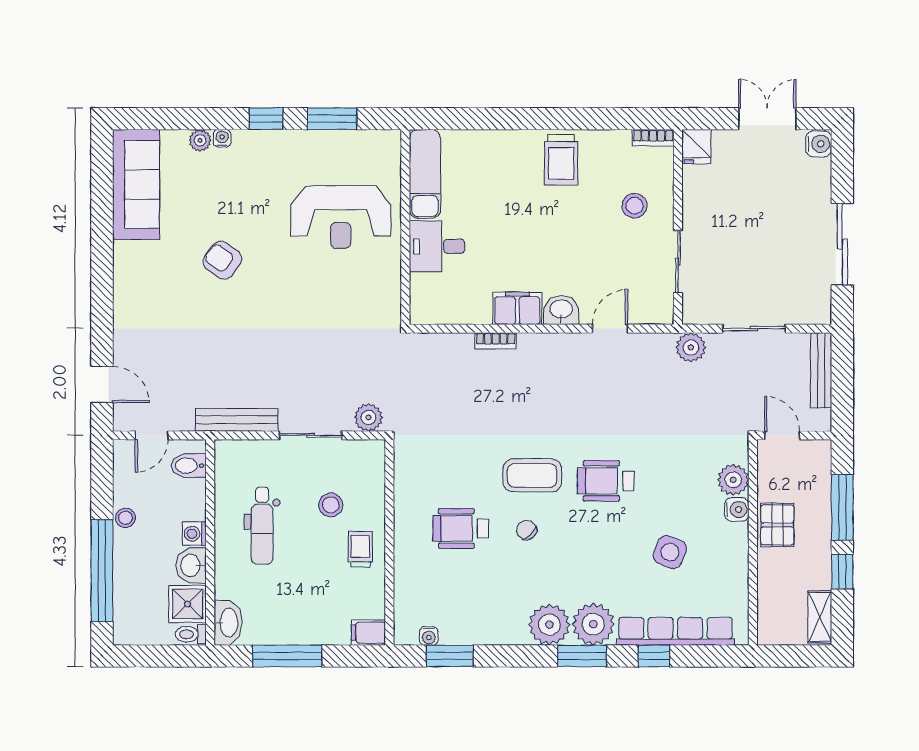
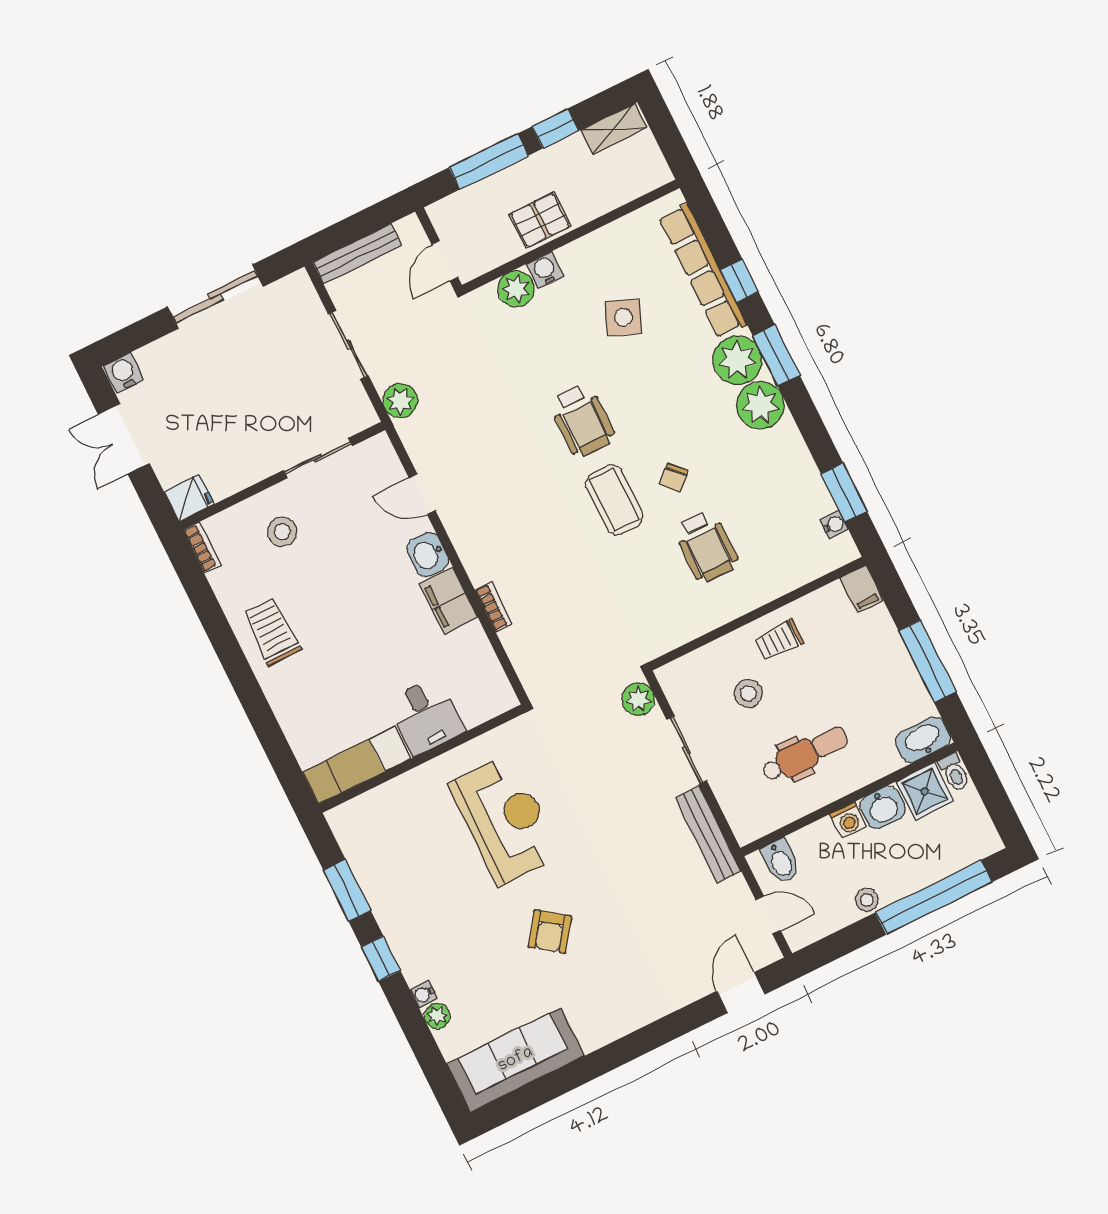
trolley: (561, 160) -> (272, 632), turned -90
reception desk: (341, 217) -> (505, 819), moved

